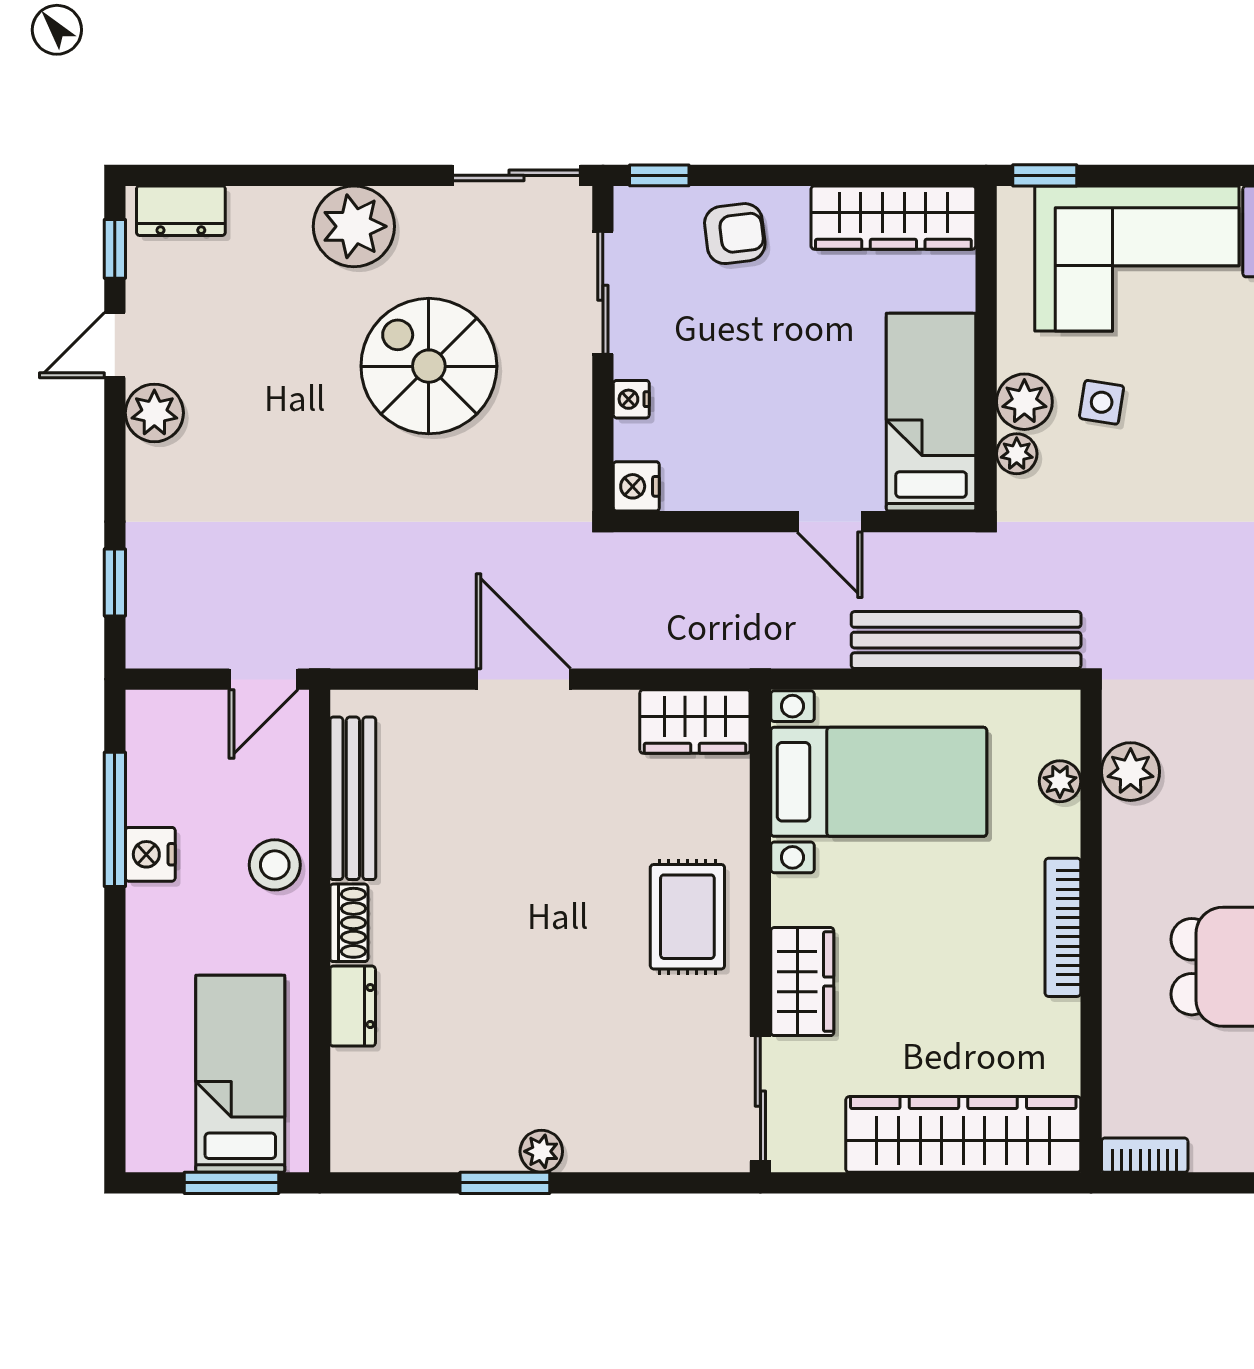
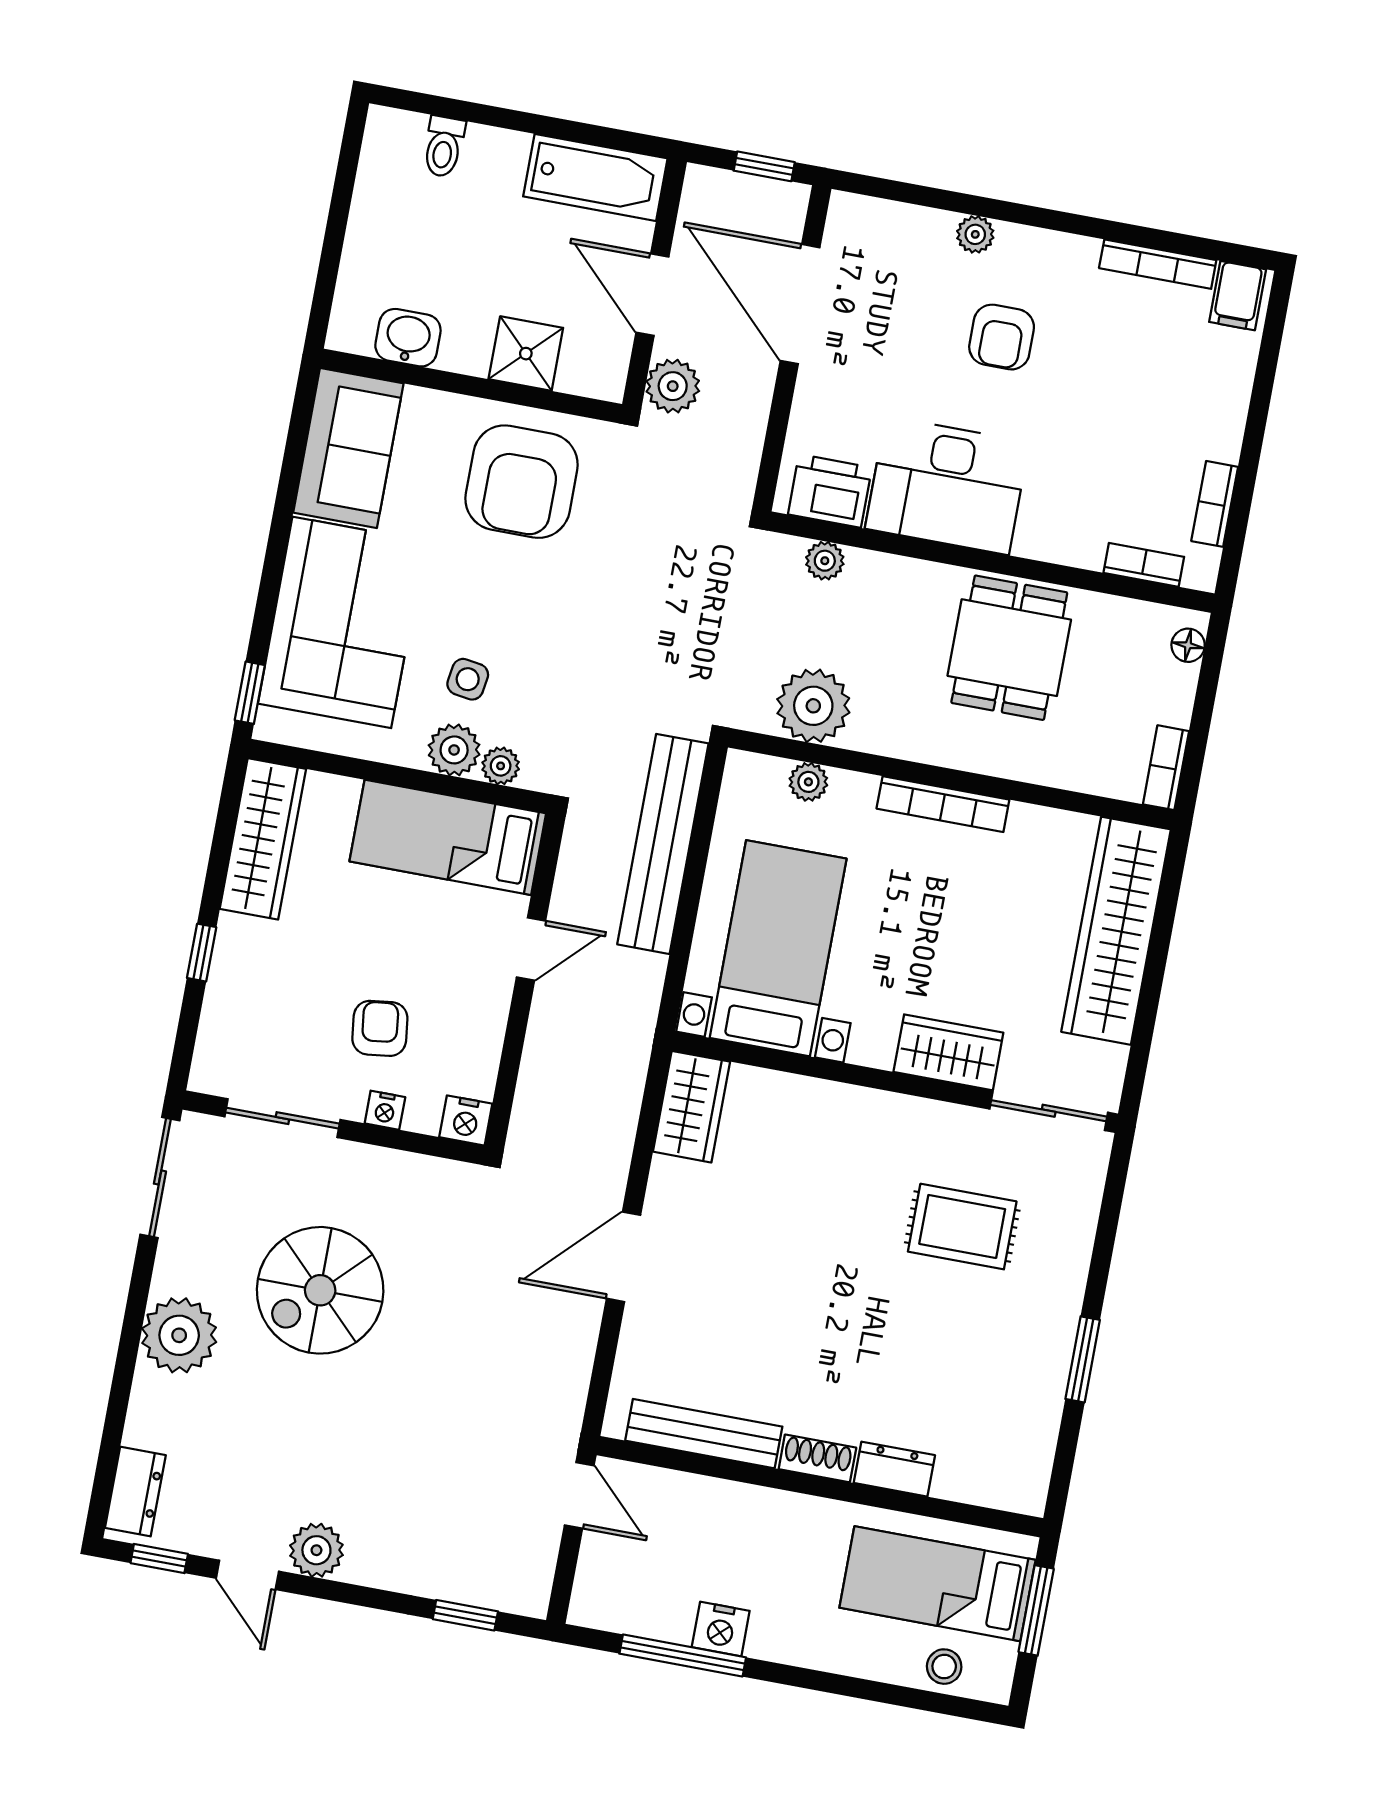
window: (659, 175) -> (202, 953), moved
armchair: (735, 234) -> (380, 1028), moved
plant: (1131, 772) -> (813, 706), width x1.36, depth x1.36
stool: (275, 865) -> (944, 1667), moved, width x0.73, depth x0.73
rug: (687, 917) -> (962, 1227), moved
plant: (541, 1151) -> (1060, 1321), removed

